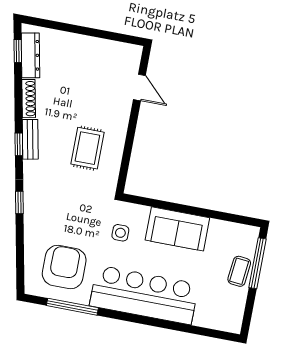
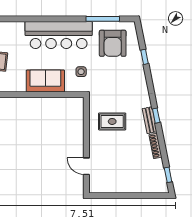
dresser: (30, 55) -> (159, 174), removed
rug: (87, 148) -> (112, 121), turned 90
window: (19, 202) -> (144, 57), moved

